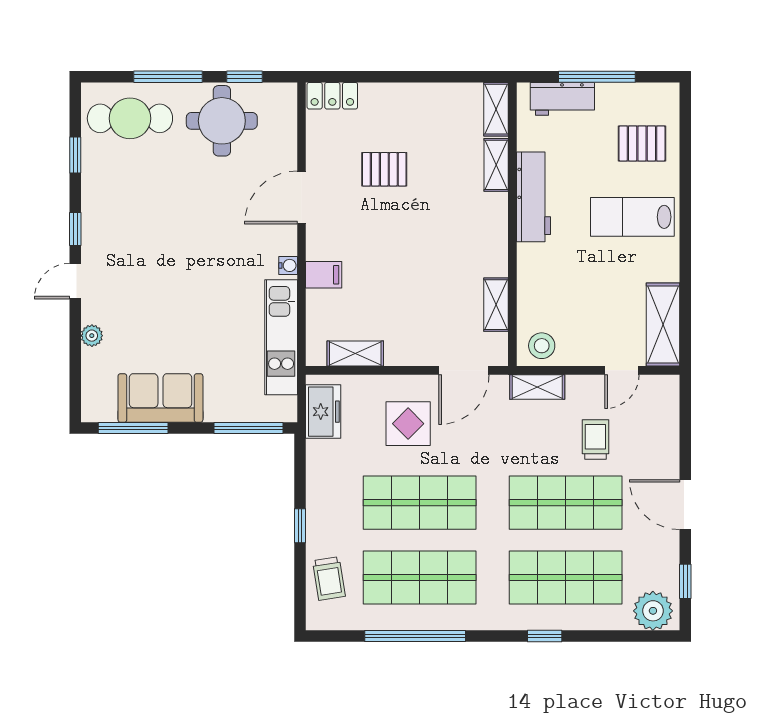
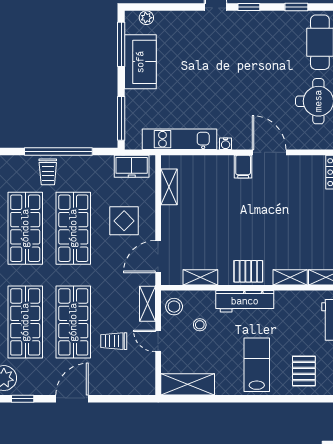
pallet: (384, 169) -> (248, 271), moved, turned 90
workbench: (533, 197) -> (245, 301), moved
filing cabinet: (324, 275) -> (243, 167), moved
stool: (570, 306) -> (200, 325), added
plant: (92, 336) -> (146, 18), moved
door: (464, 370) -> (158, 257), hinge flipped
door: (622, 370) -> (158, 341), moved
trolley: (595, 440) -> (114, 341), turned 180
window: (300, 526) -> (58, 151), width x3.17
trolley: (329, 579) -> (48, 172), moved, turned -81

